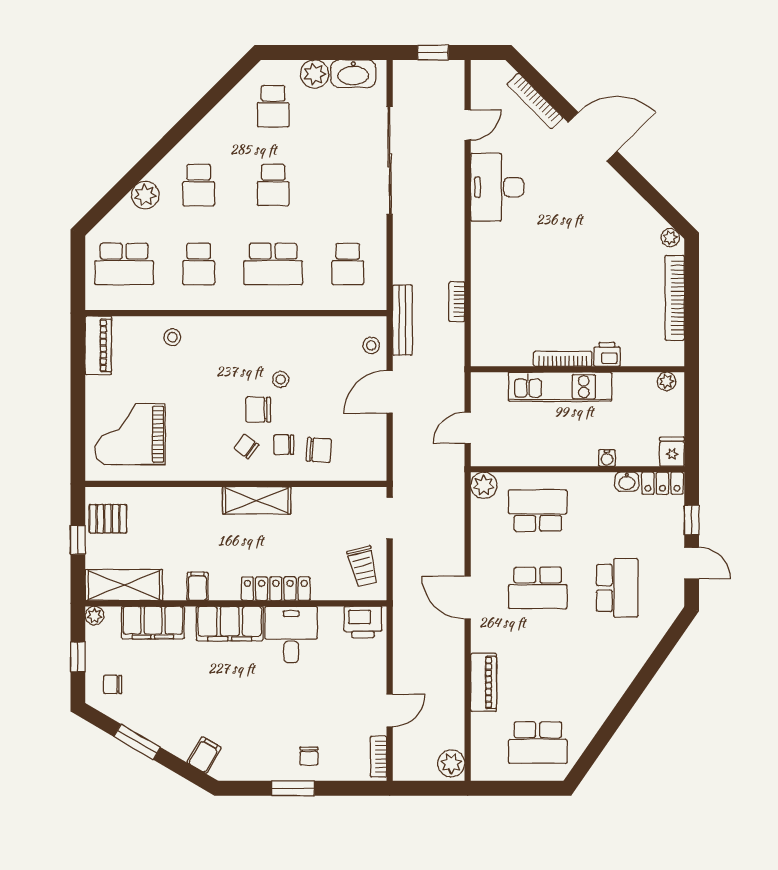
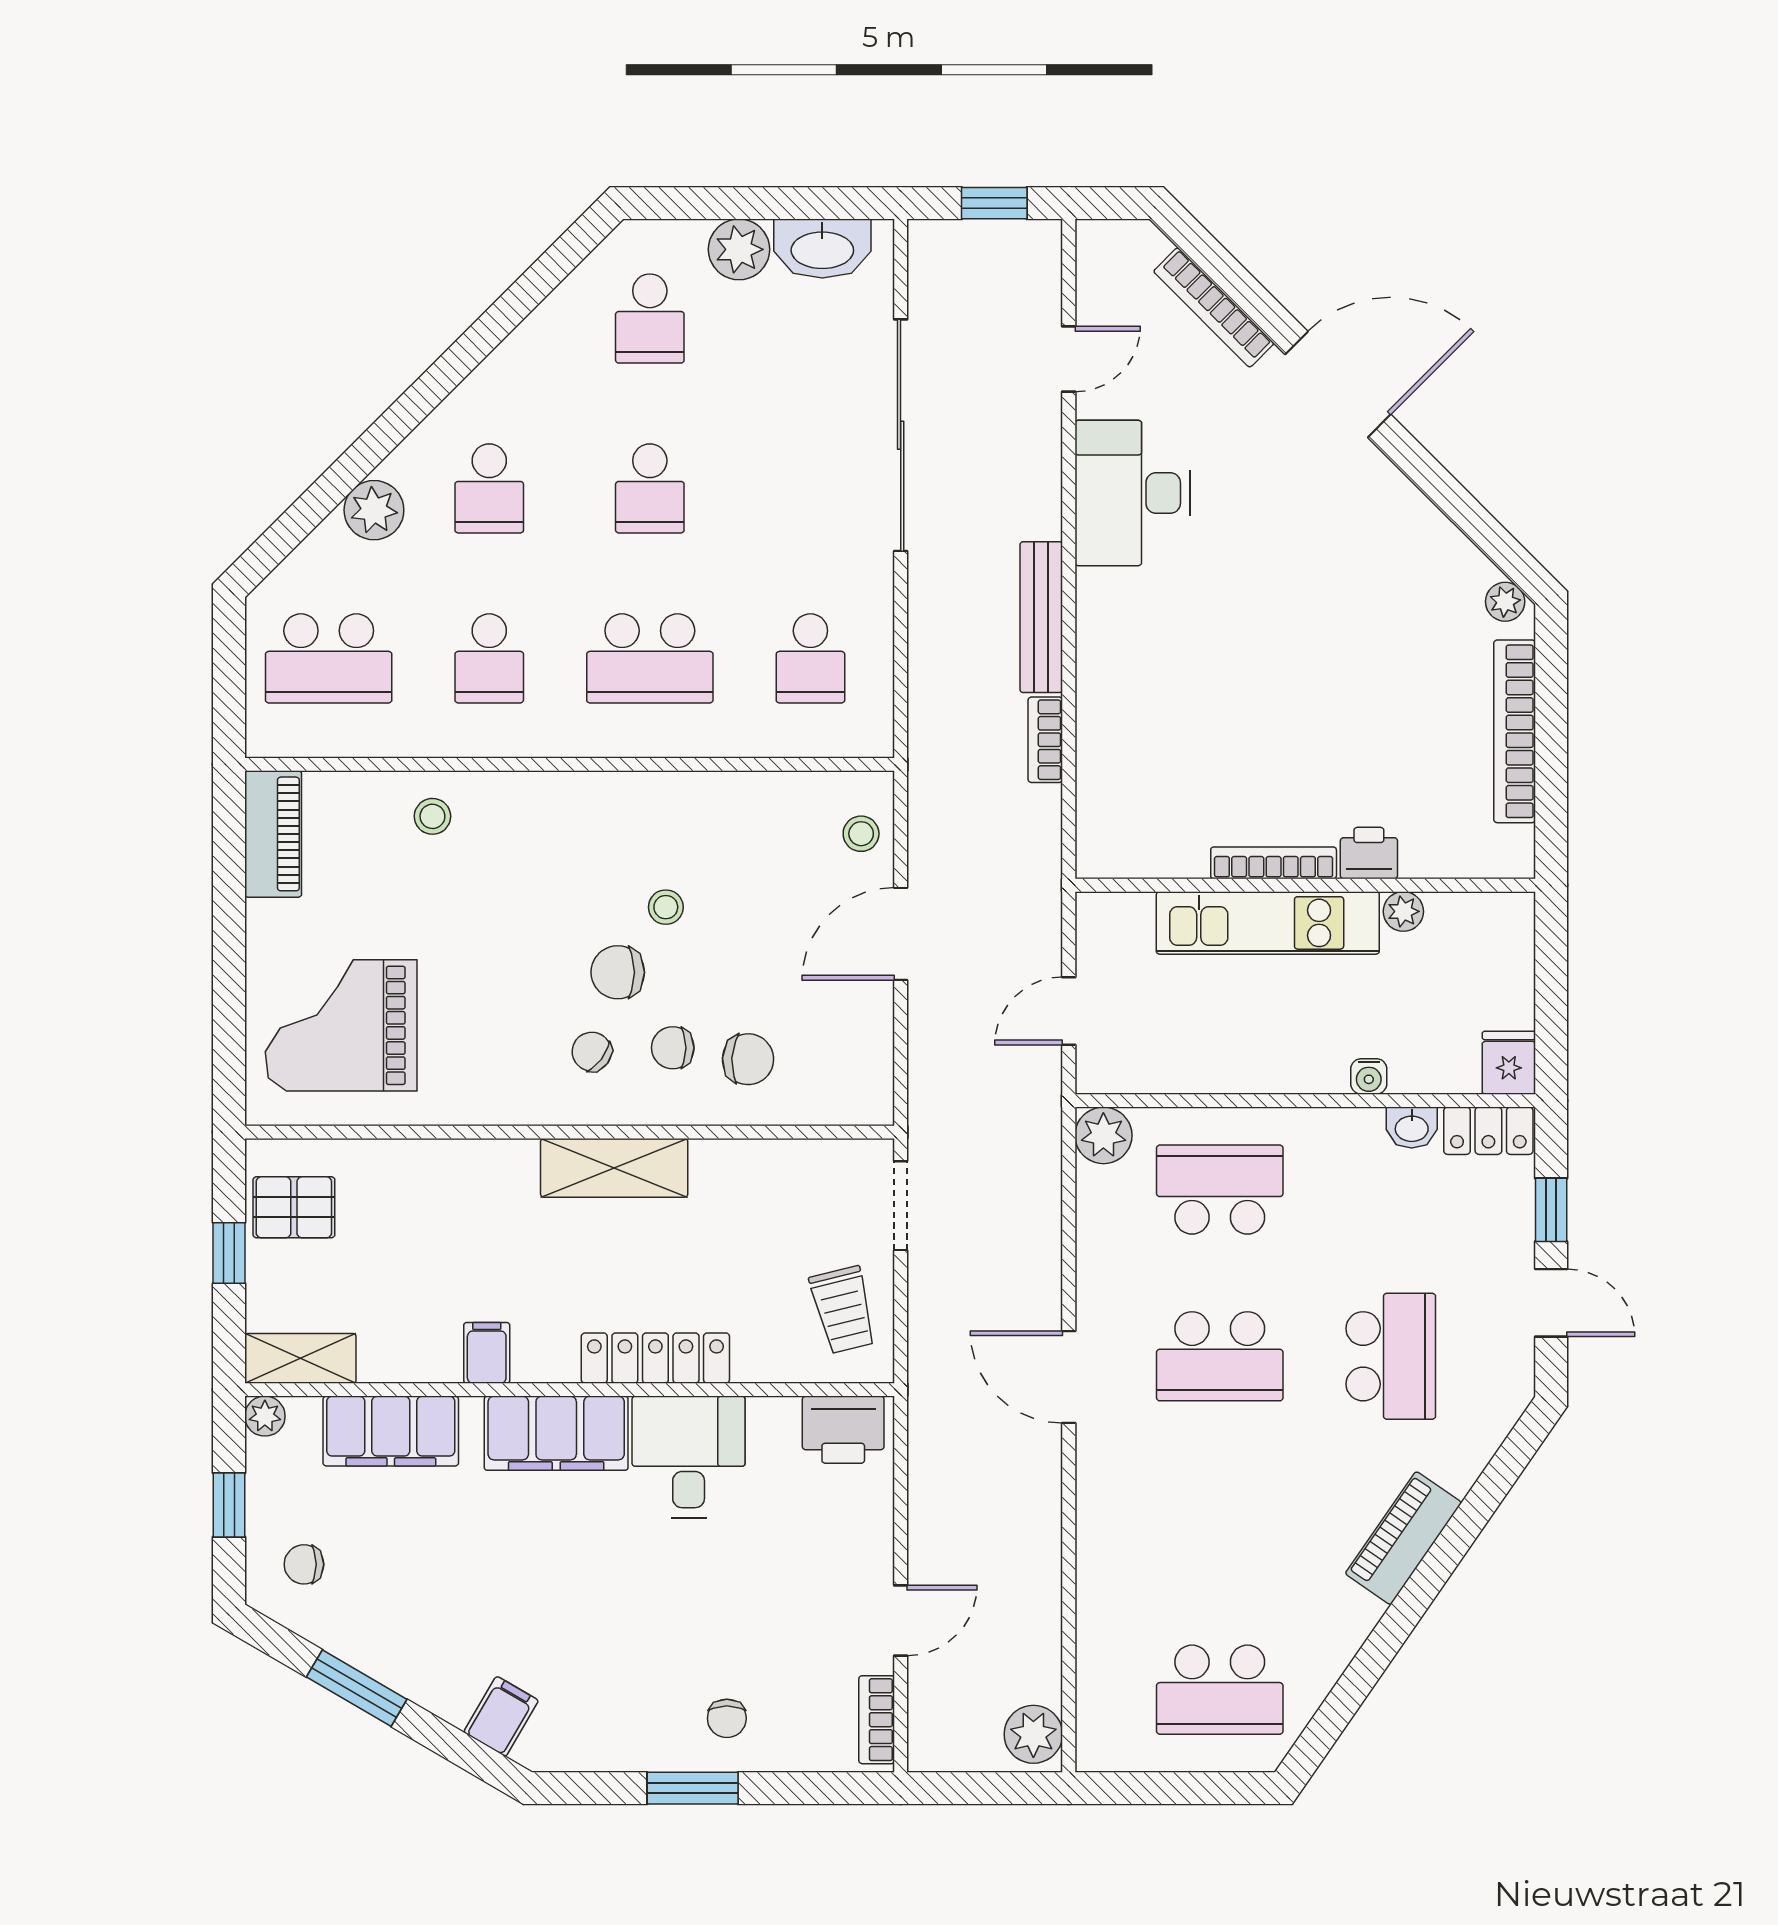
bench: (402, 320) -> (1041, 617), moved
plant: (667, 381) -> (1403, 911), moved
shelving: (124, 585) -> (300, 1358), width x0.67, depth x0.75
piano: (484, 682) -> (1403, 1538), moved, turned -145

